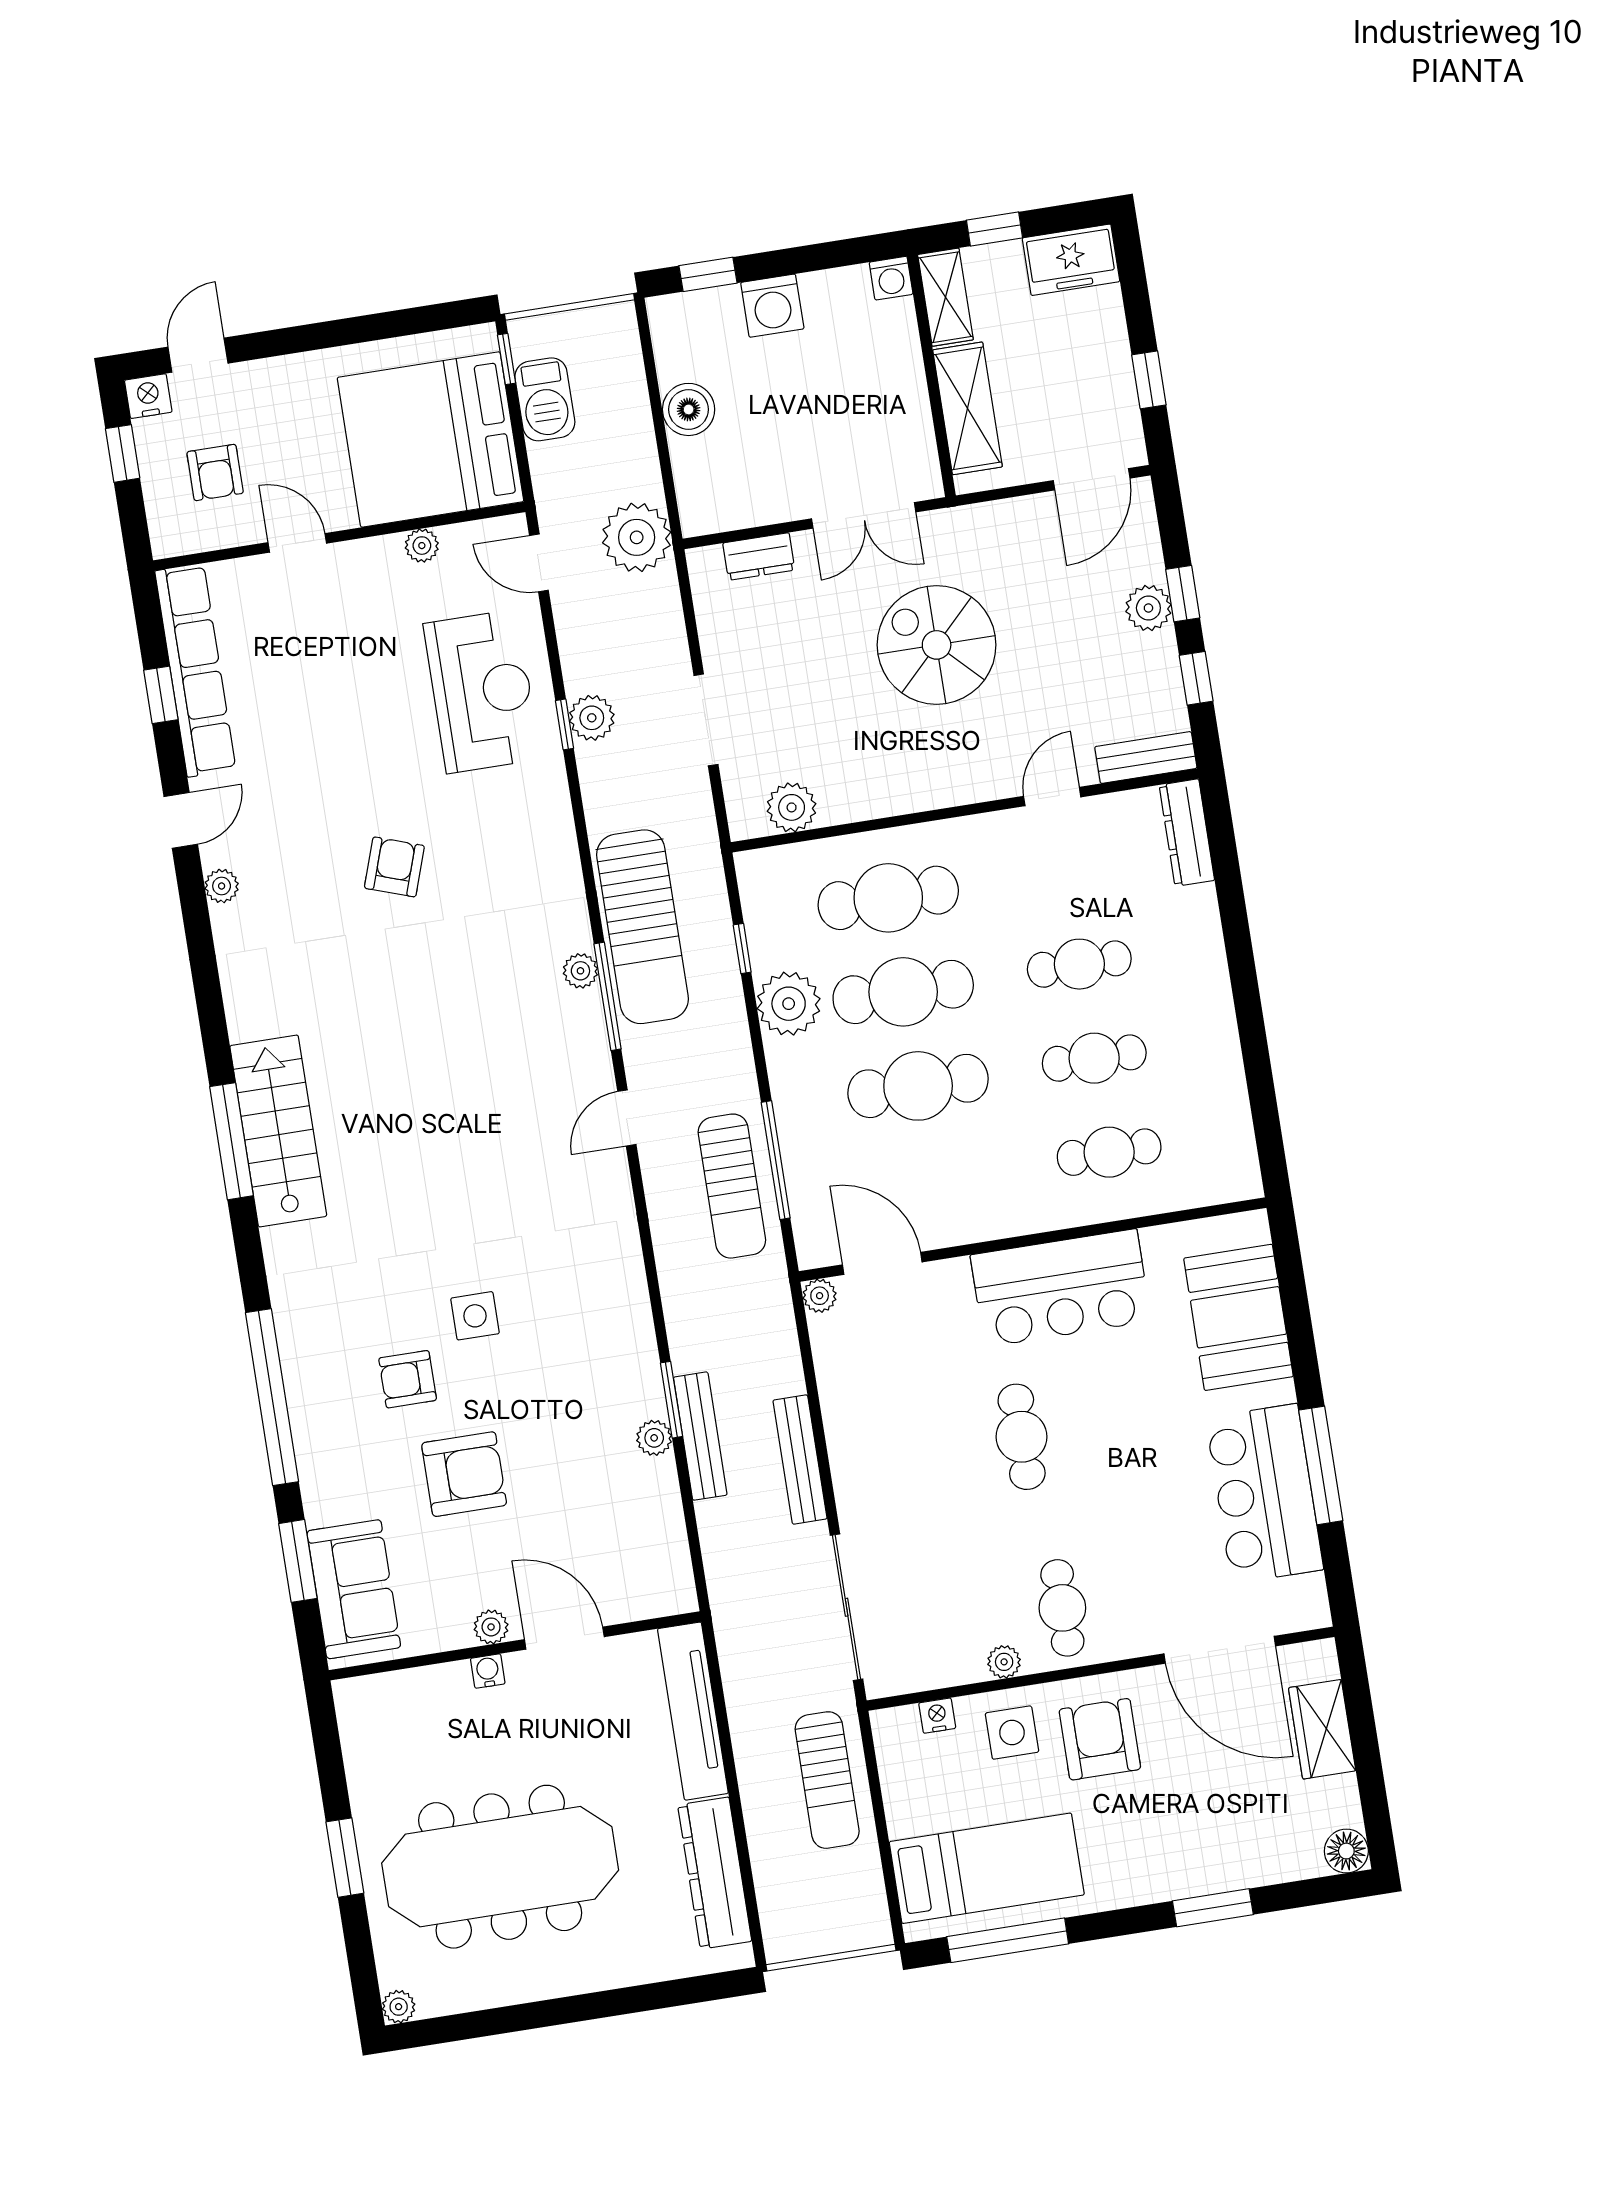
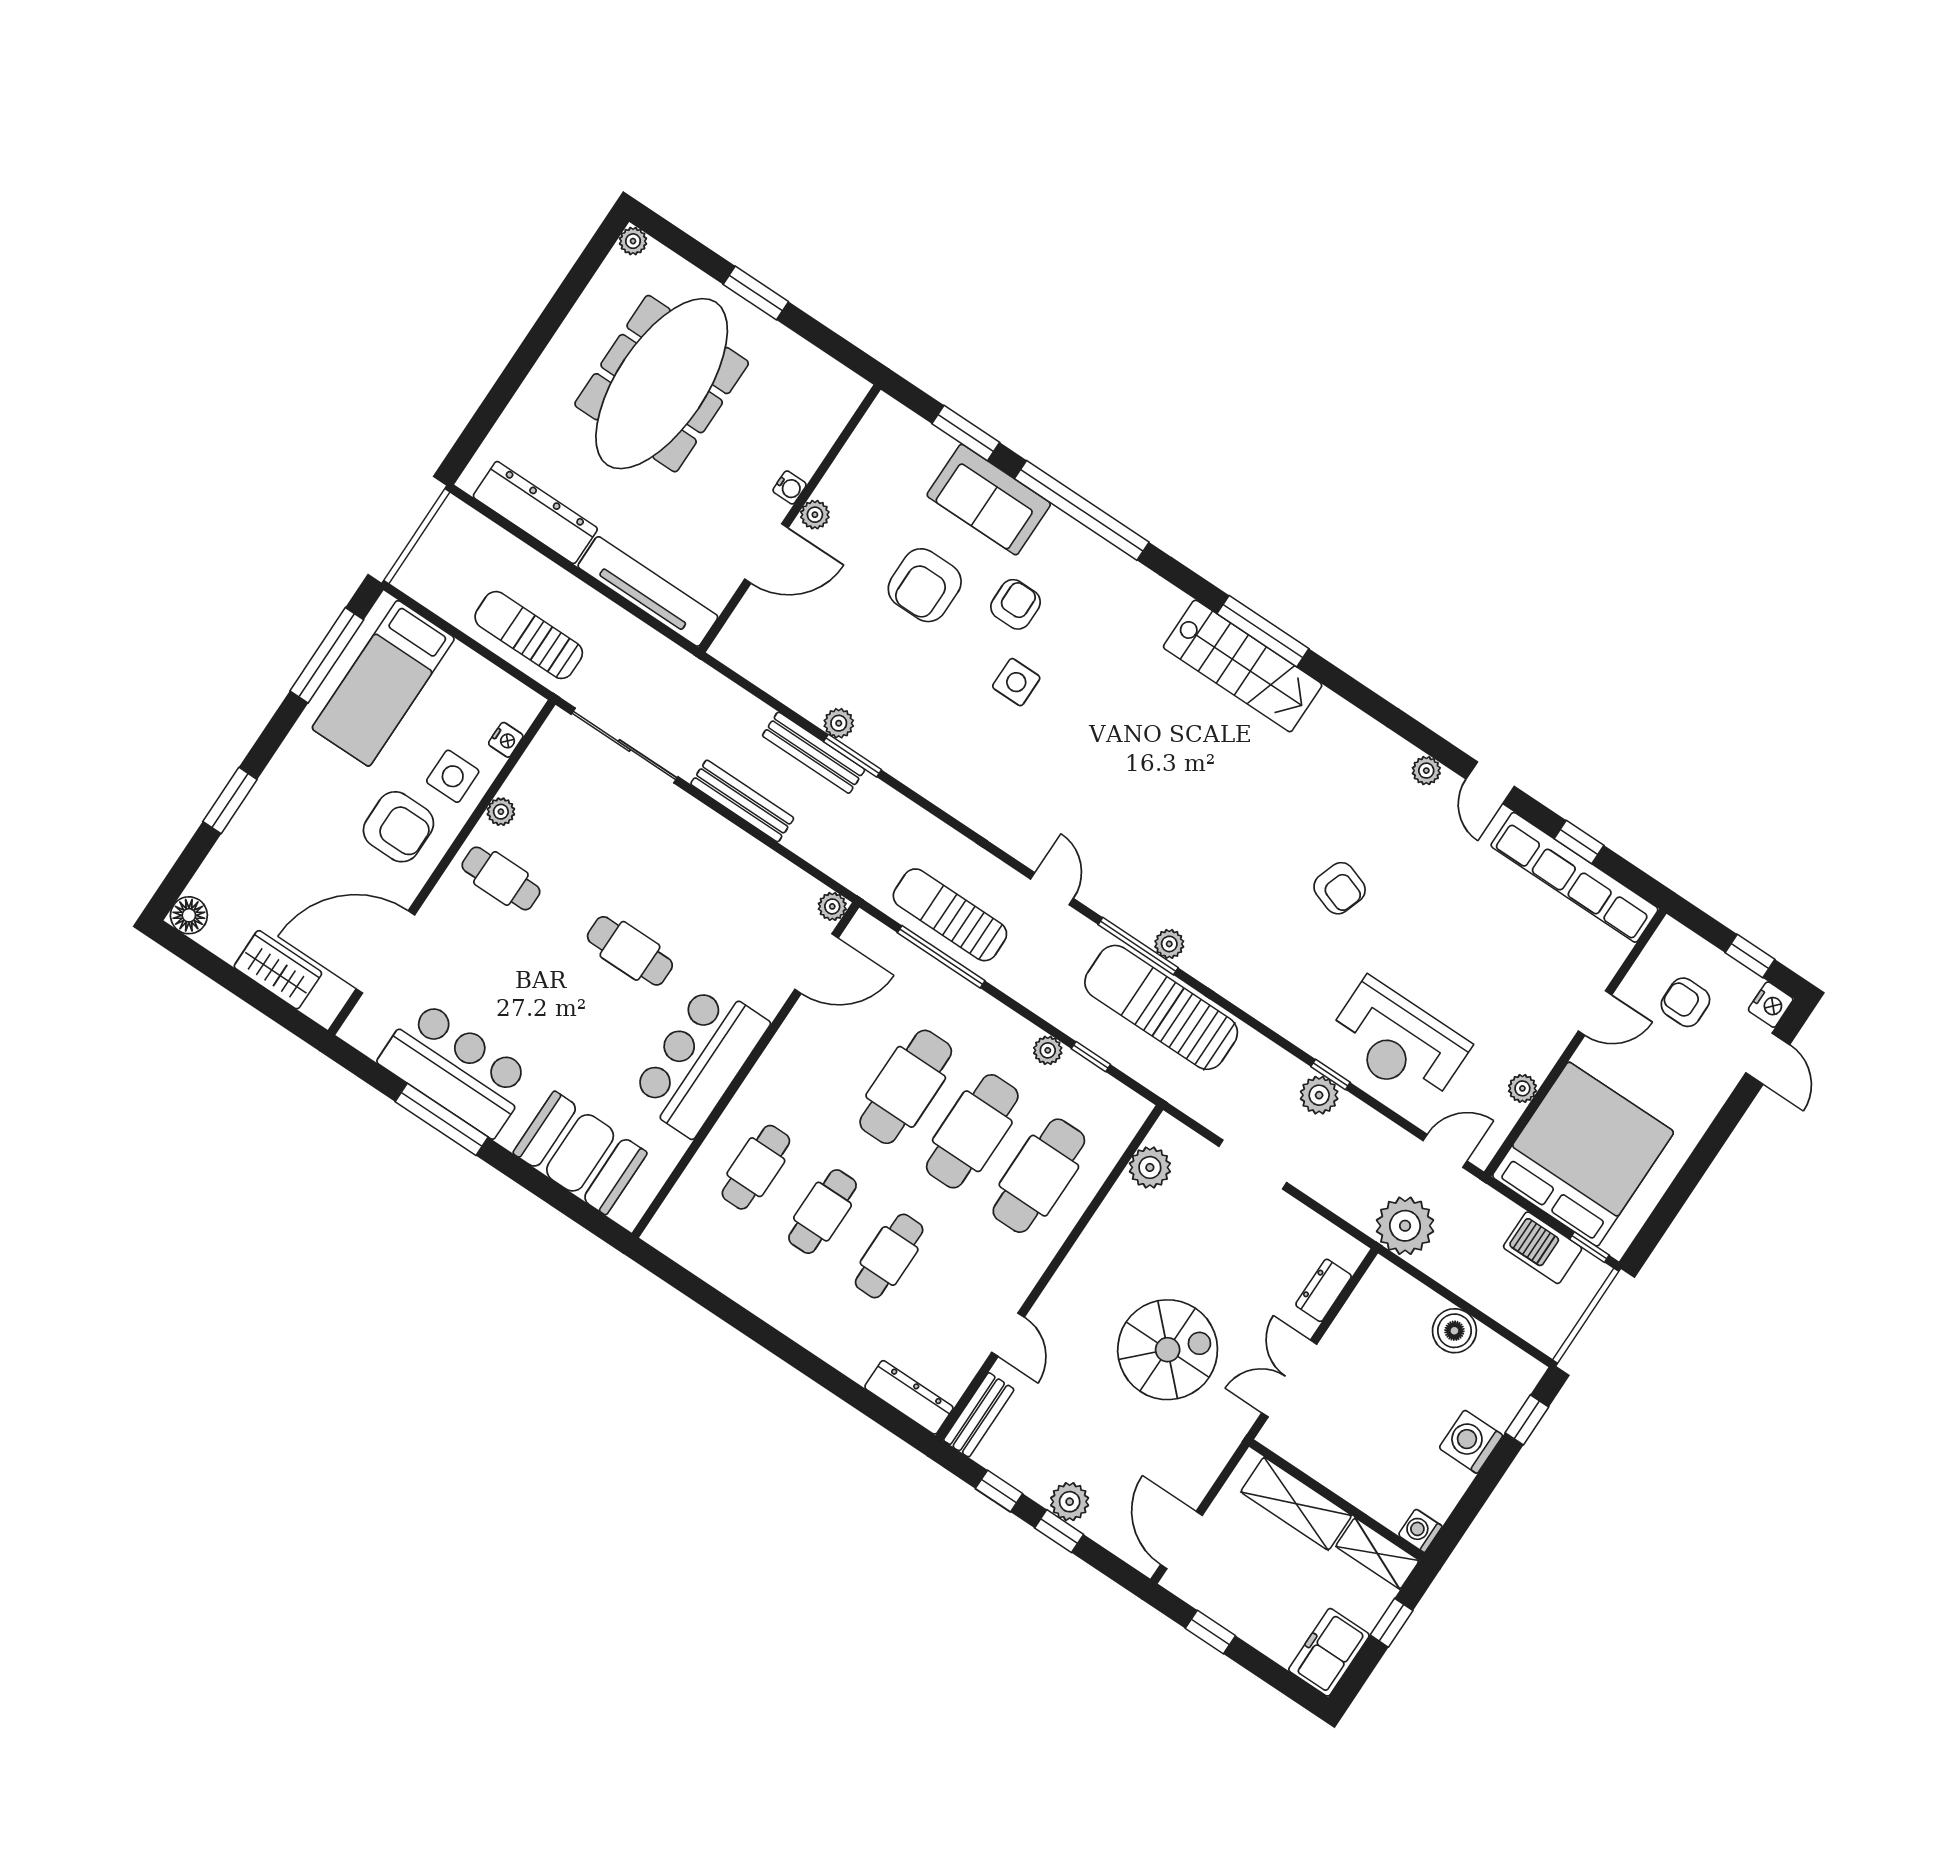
plant: (789, 1004) -> (1048, 1050), width x0.53, depth x0.53
sofa: (354, 1589) -> (989, 500), moved

